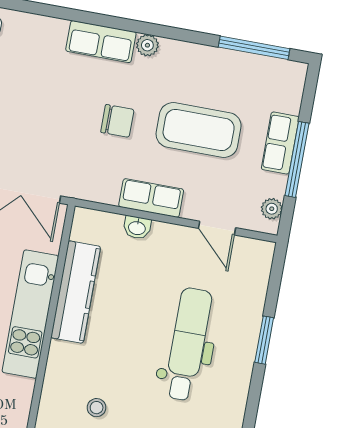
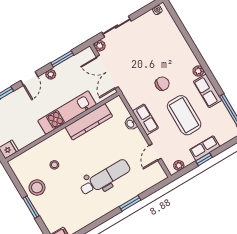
row of seats: (101, 42) -> (208, 91), moved
chair: (117, 121) -> (162, 84), turned -90
window: (297, 159) -> (204, 159), width x0.46

